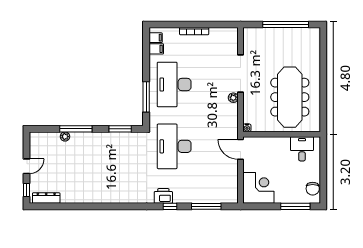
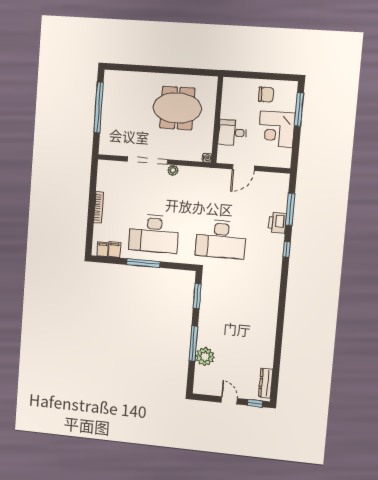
window: (146, 97) -> (143, 263), moved
meeting table: (290, 97) -> (177, 108), width x0.73
plant: (65, 137) -> (205, 356), width x1.87, depth x1.87
door: (241, 149) -> (244, 168), moved
desk: (302, 149) -> (232, 133), moved
corner desk: (258, 188) -> (276, 129), moved, turned -90
chair: (313, 189) -> (266, 95), moved
printer: (163, 196) -> (277, 223), moved

